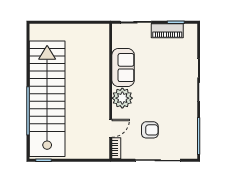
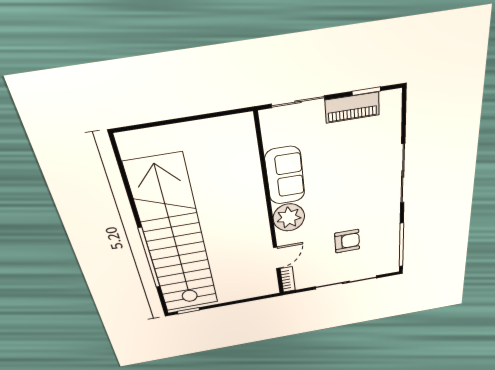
armchair: (150, 130) -> (347, 241), moved

